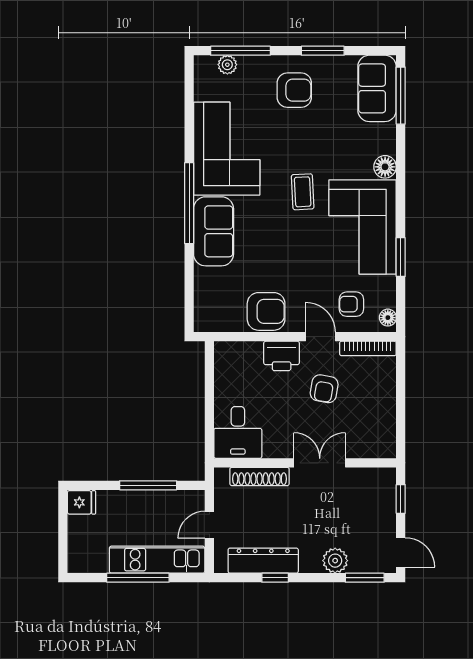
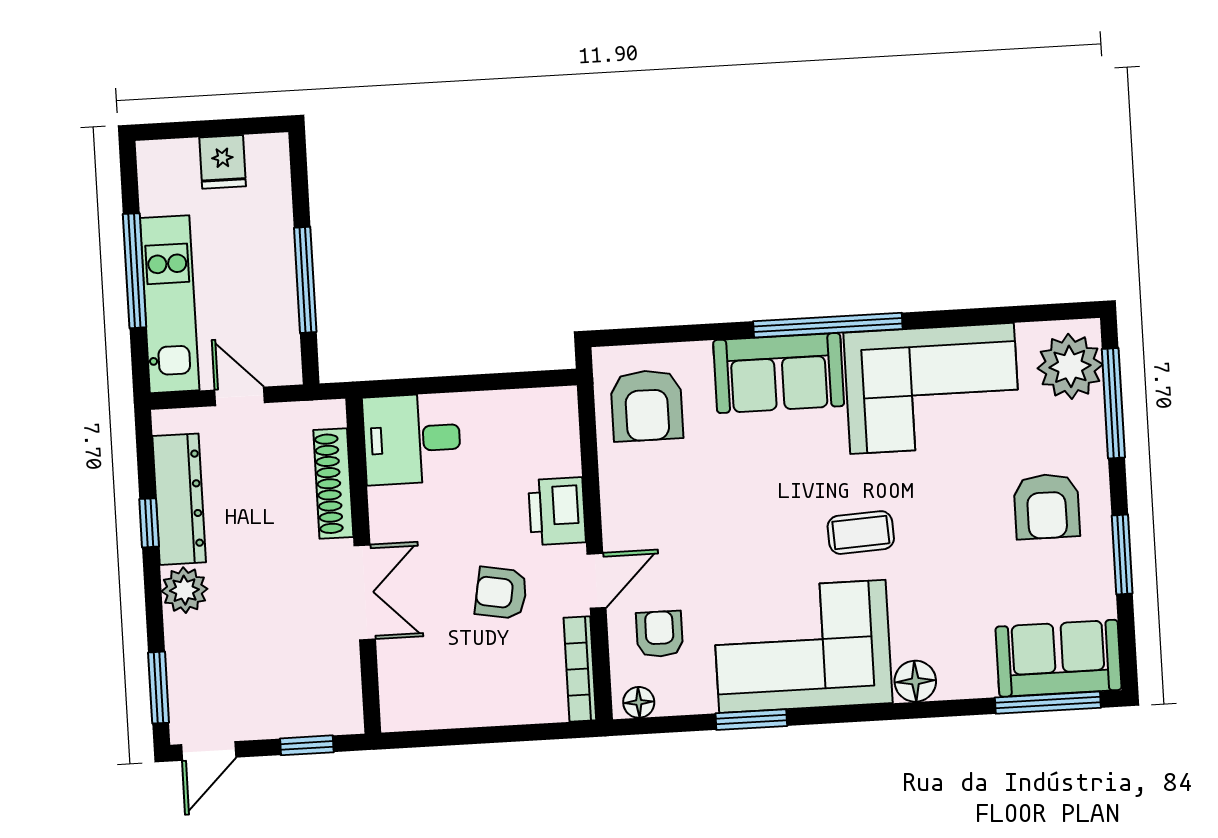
plant: (227, 65) -> (1070, 366), width x1.88, depth x1.88
armchair: (266, 311) -> (647, 405), moved
fridge: (82, 502) -> (223, 162), moved
plant: (335, 561) -> (184, 590), moved

